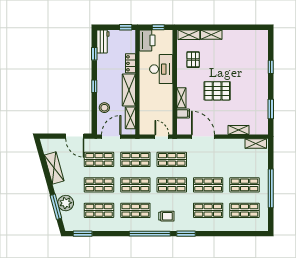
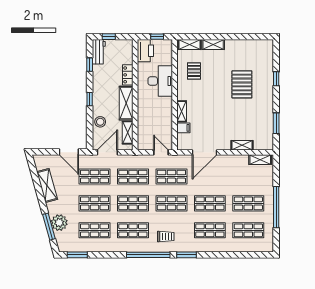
window: (126, 27) -> (109, 37), moved
pallet: (217, 91) -> (242, 84), moved, turned 90
door: (203, 137) -> (204, 152), swing flipped

